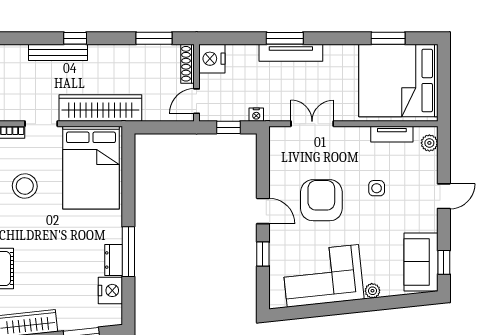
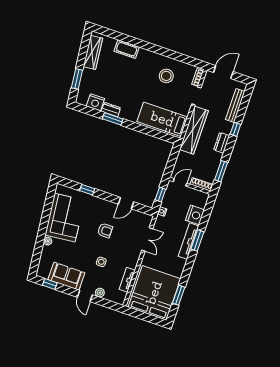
bench: (58, 52) -> (235, 105), moved
dresser: (106, 54) -> (222, 143), added
nightstand: (212, 59) -> (195, 215), moved, turned 90
door: (197, 101) -> (180, 182), hinge flipped
plant: (429, 143) -> (100, 293), moved
bed: (91, 168) -> (162, 119), width x0.67
armchair: (321, 200) -> (105, 230), width x0.53, depth x0.53
door: (263, 211) -> (126, 203), moved
window: (128, 252) -> (113, 119), width x0.69
sofa: (421, 262) -> (66, 276), moved

